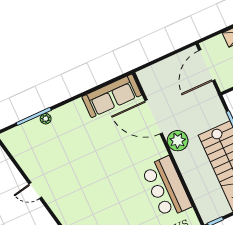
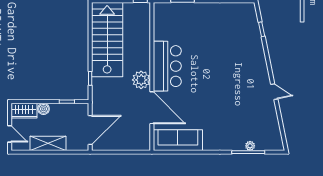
plant: (46, 119) -> (250, 146), moved
bar counter: (167, 187) -> (167, 66), moved

